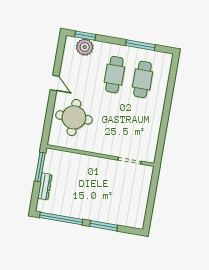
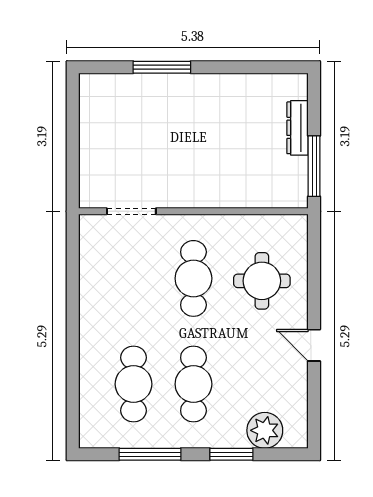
window: (85, 36) -> (231, 454), moved
round table: (74, 117) -> (262, 281), width x0.73, depth x0.73
cafe table: (106, 124) -> (193, 278), added
window: (61, 218) -> (252, 67), removed

